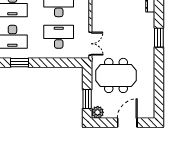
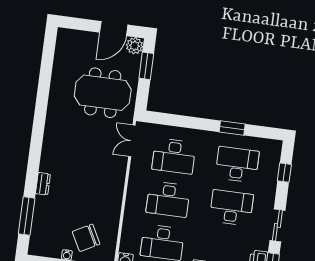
window: (159, 38) -> (37, 137), removed
door: (127, 123) -> (114, 29), moved

